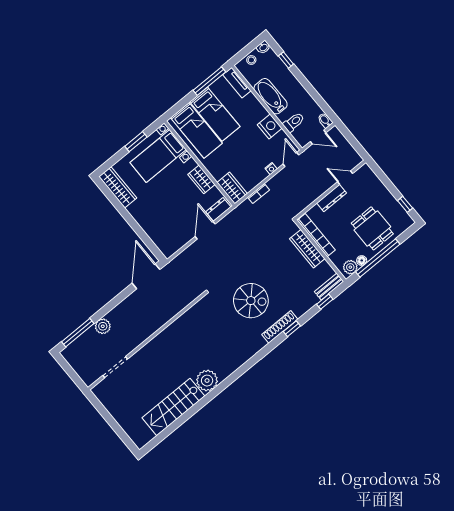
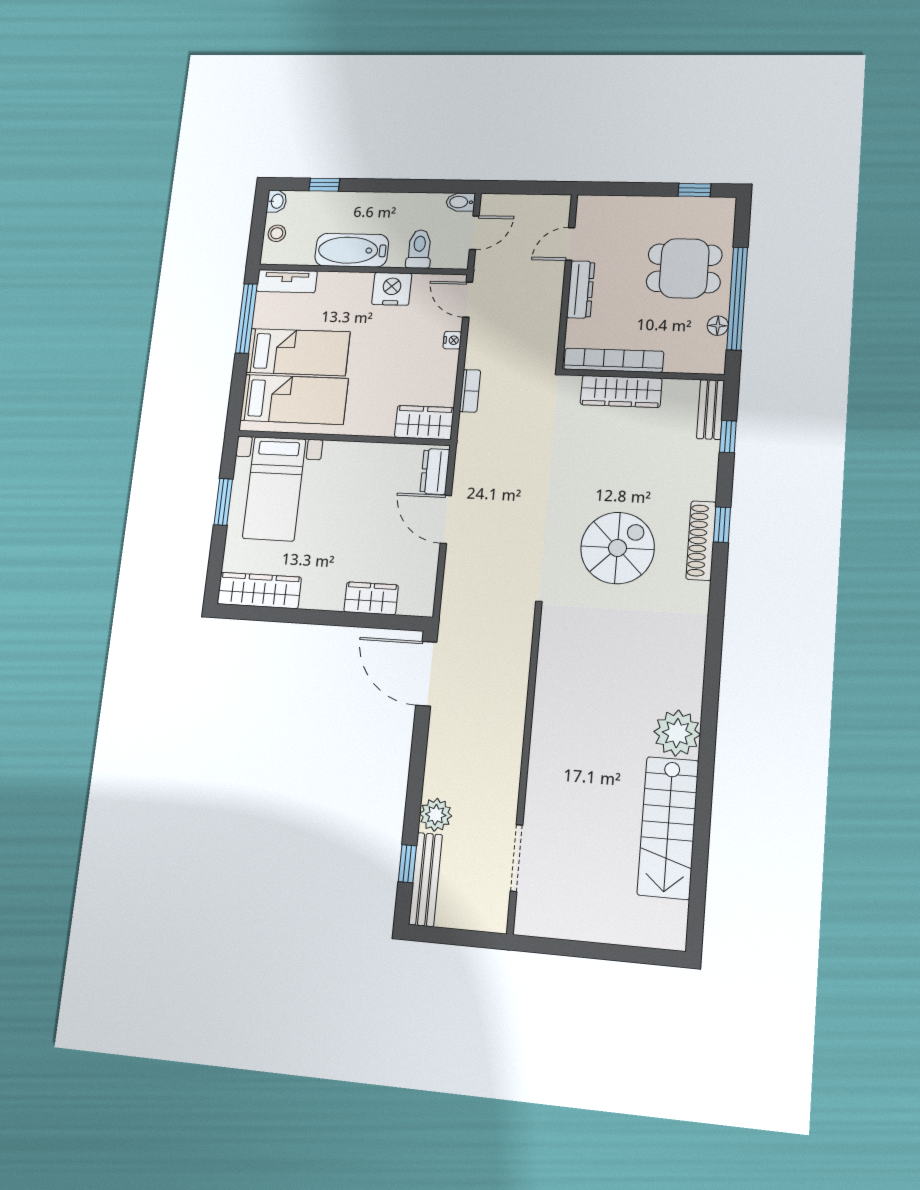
wardrobe: (201, 179) -> (371, 598), moved, turned 180
plant: (350, 267) -> (712, 351), removed
window: (78, 333) -> (407, 864), width x0.46
bench: (79, 344) -> (425, 879), added

